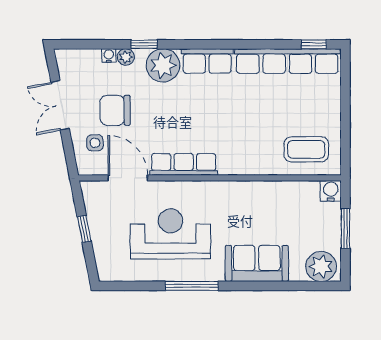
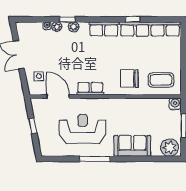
window: (314, 44) -> (133, 19), moved
plant: (163, 65) -> (74, 27), width x0.53, depth x0.53
chair: (115, 110) -> (129, 79), moved
row of seats: (184, 164) -> (90, 89), width x0.68

